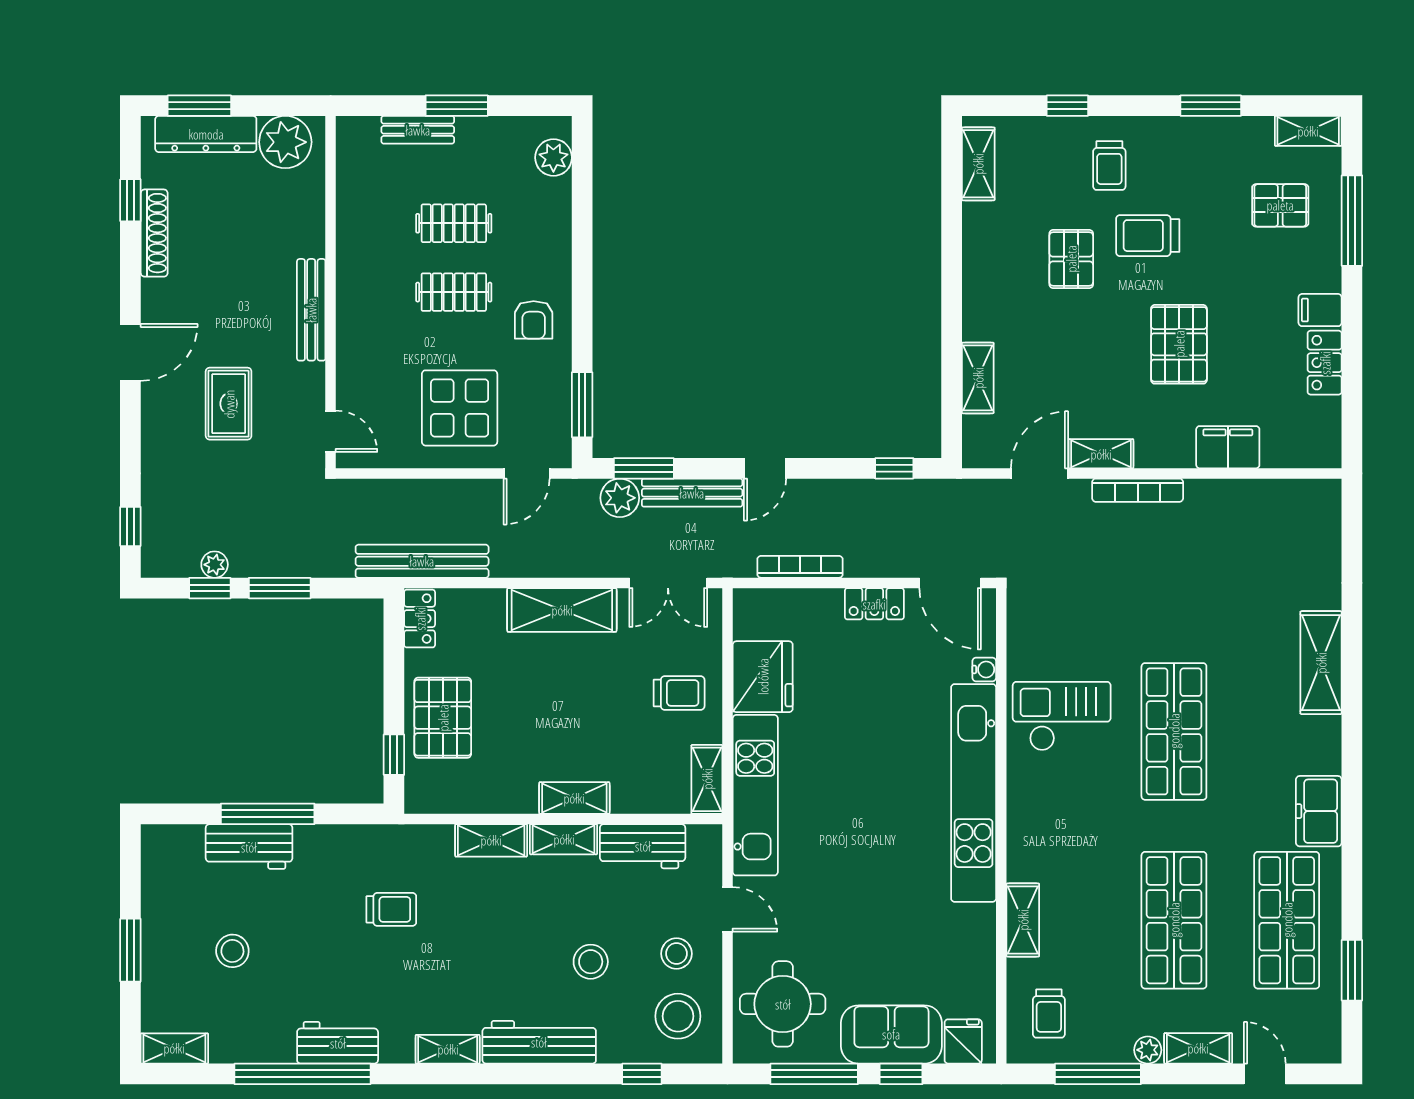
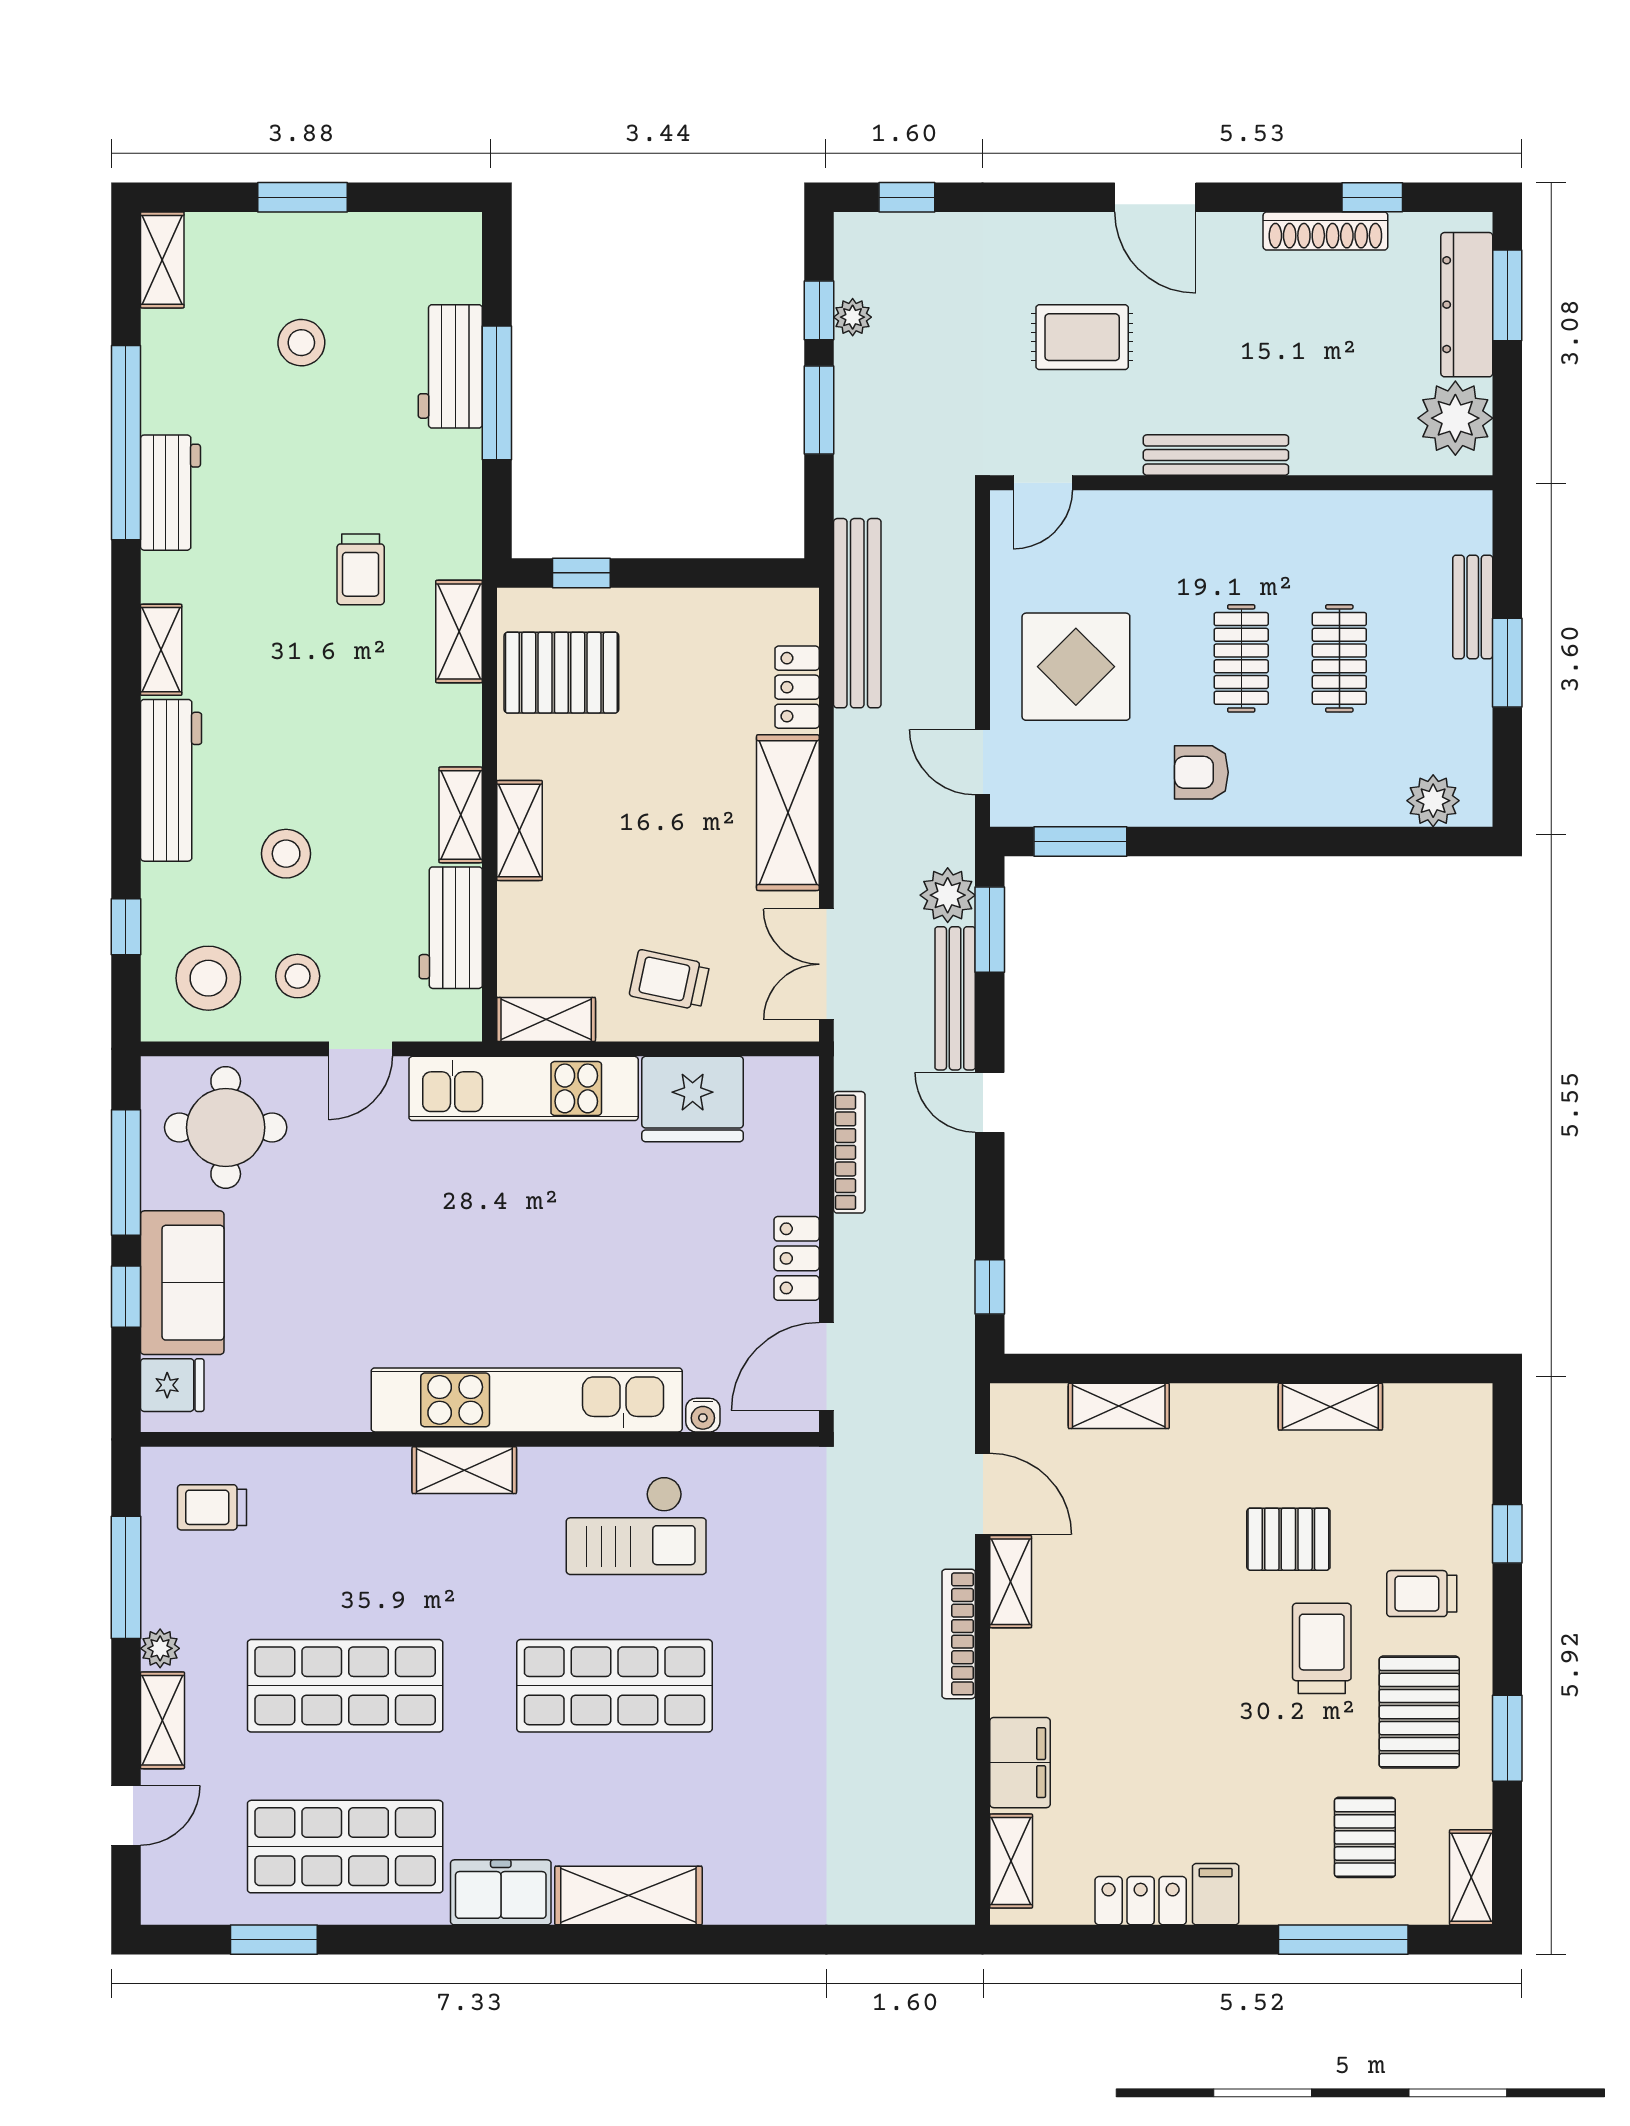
shelving: (978, 164) -> (1330, 1407), moved
pallet: (1179, 344) -> (1419, 1712), moved, turned 90
shelving: (1297, 453) -> (1011, 1861), added
locker: (420, 619) -> (797, 687), moved, turned 90
shelving: (1321, 663) -> (628, 1896), moved
trolley: (679, 693) -> (669, 980), turned 102
checkout: (1062, 716) -> (636, 1526), turned 90
pallet: (443, 718) -> (561, 673), moved
shelving: (491, 840) -> (459, 631), moved
shelving: (1023, 920) -> (464, 1470), moved

